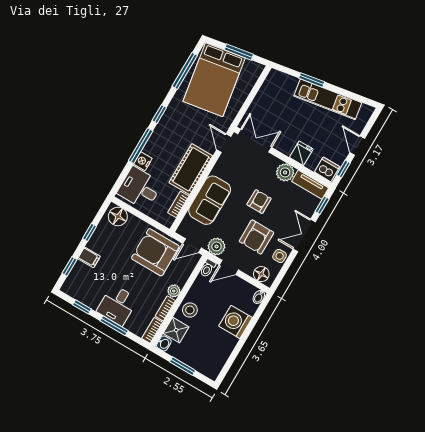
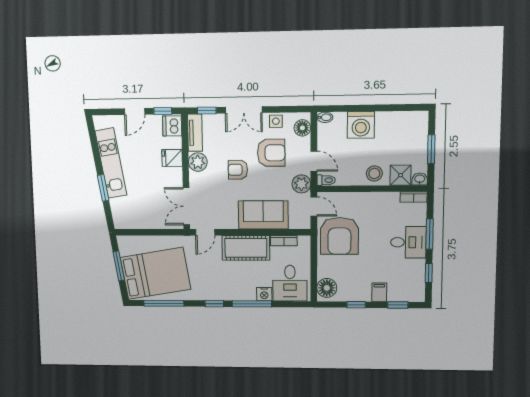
plant: (174, 291) -> (365, 199), removed
bookcase: (165, 308) -> (386, 197), removed

